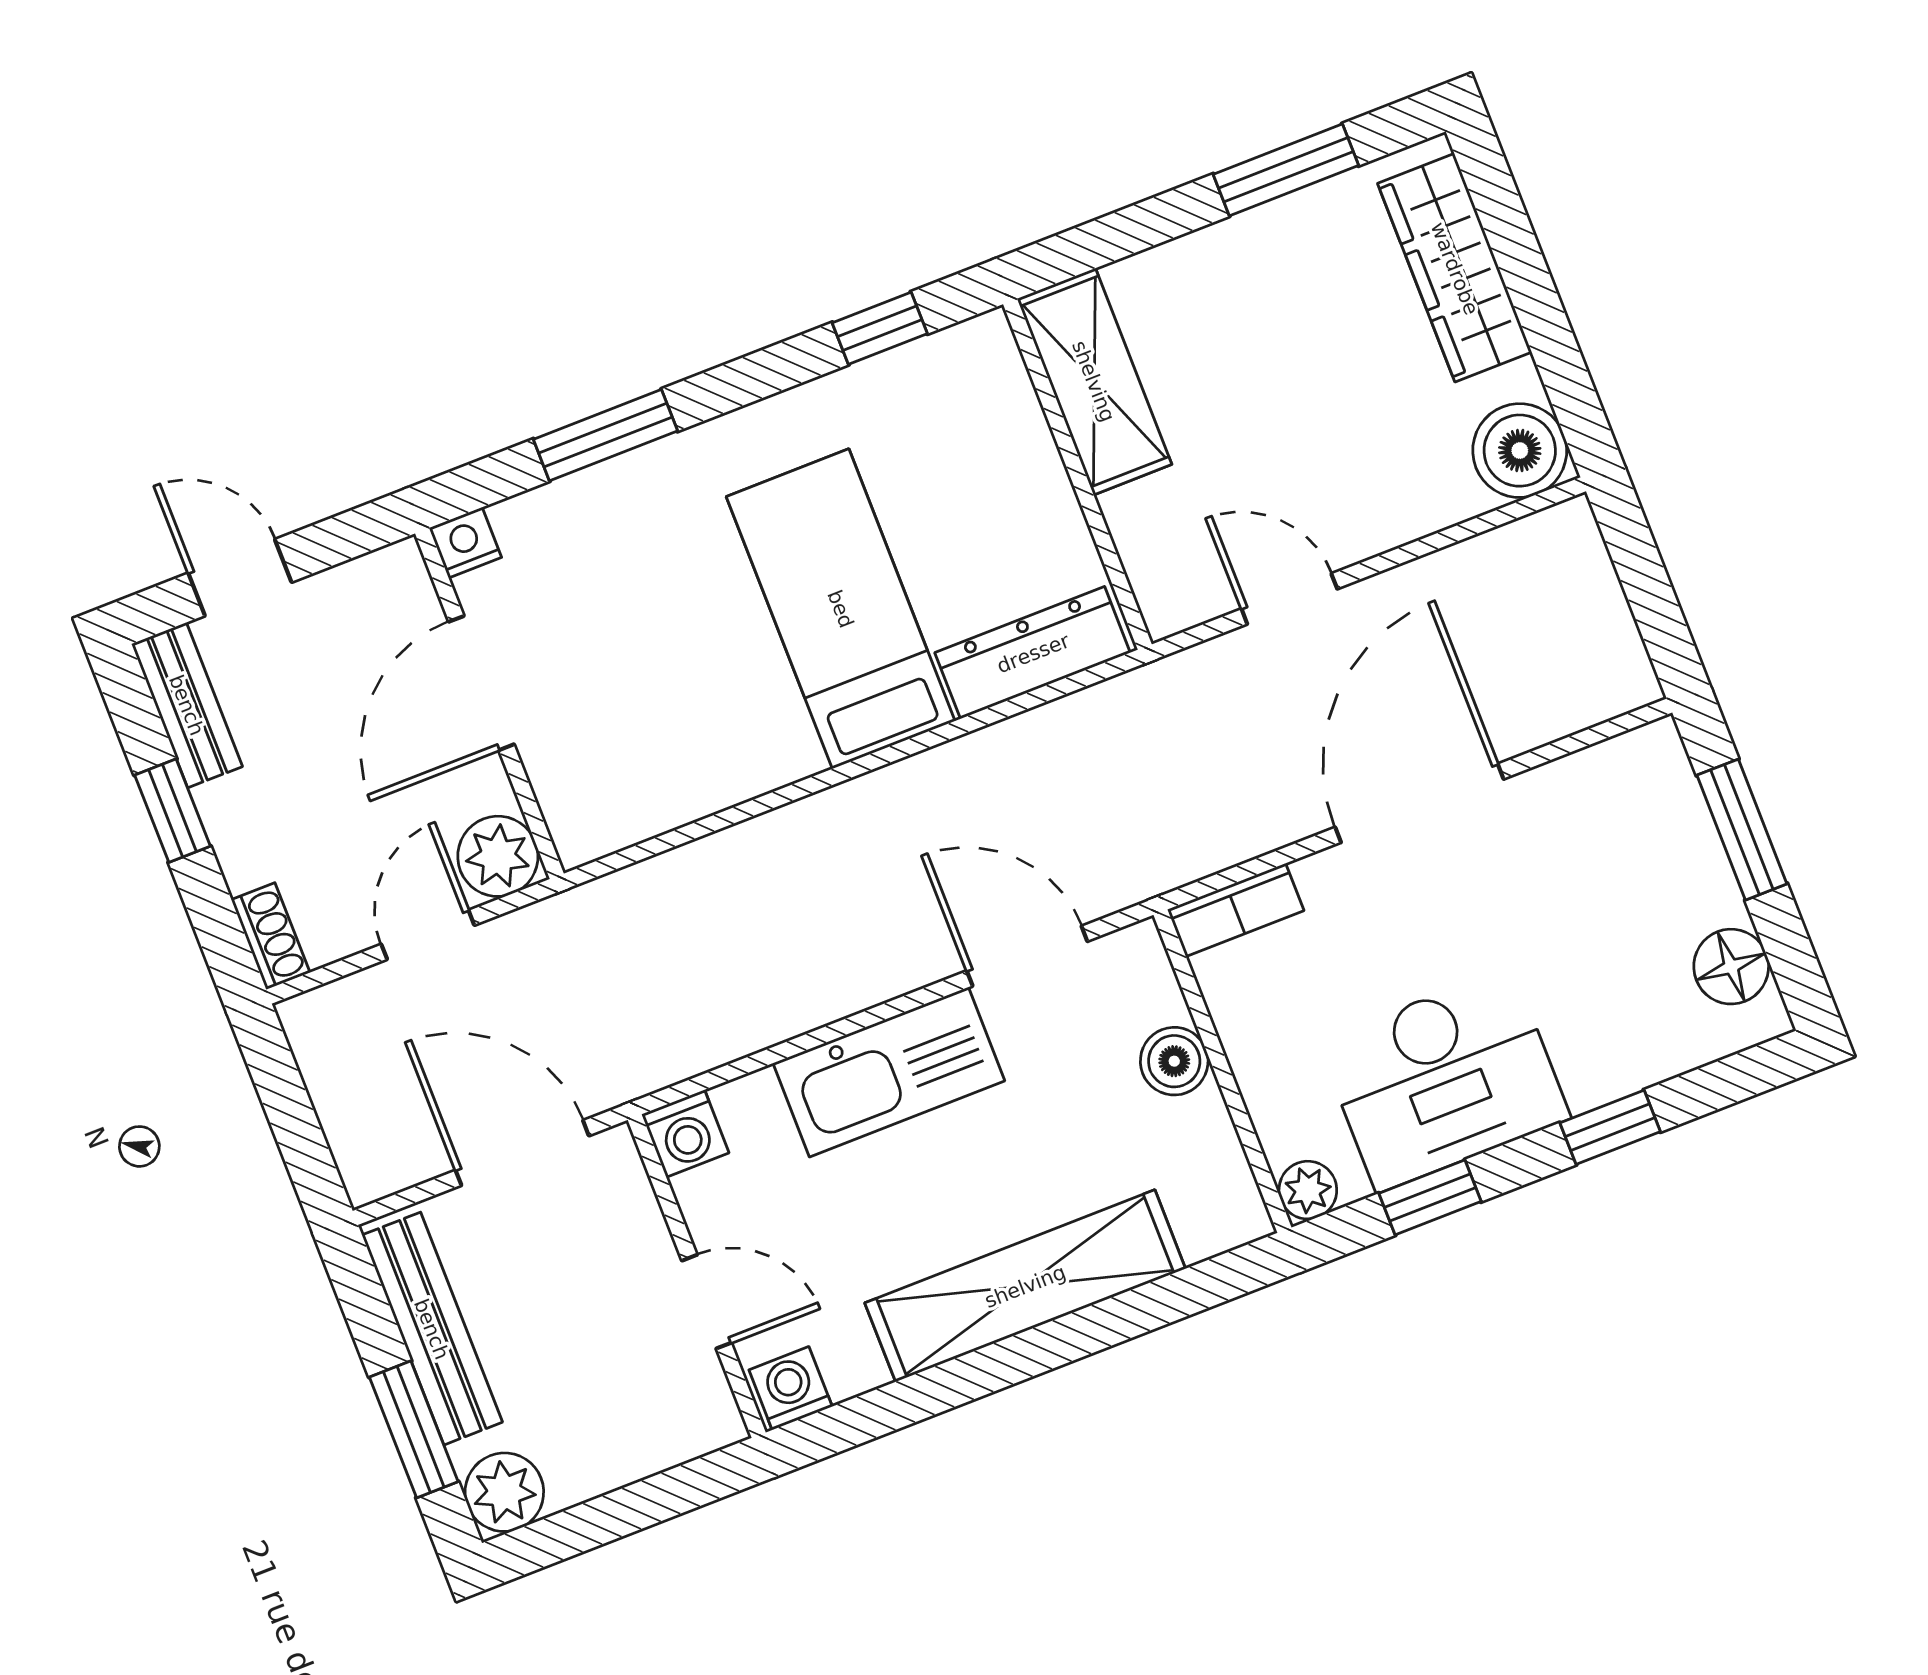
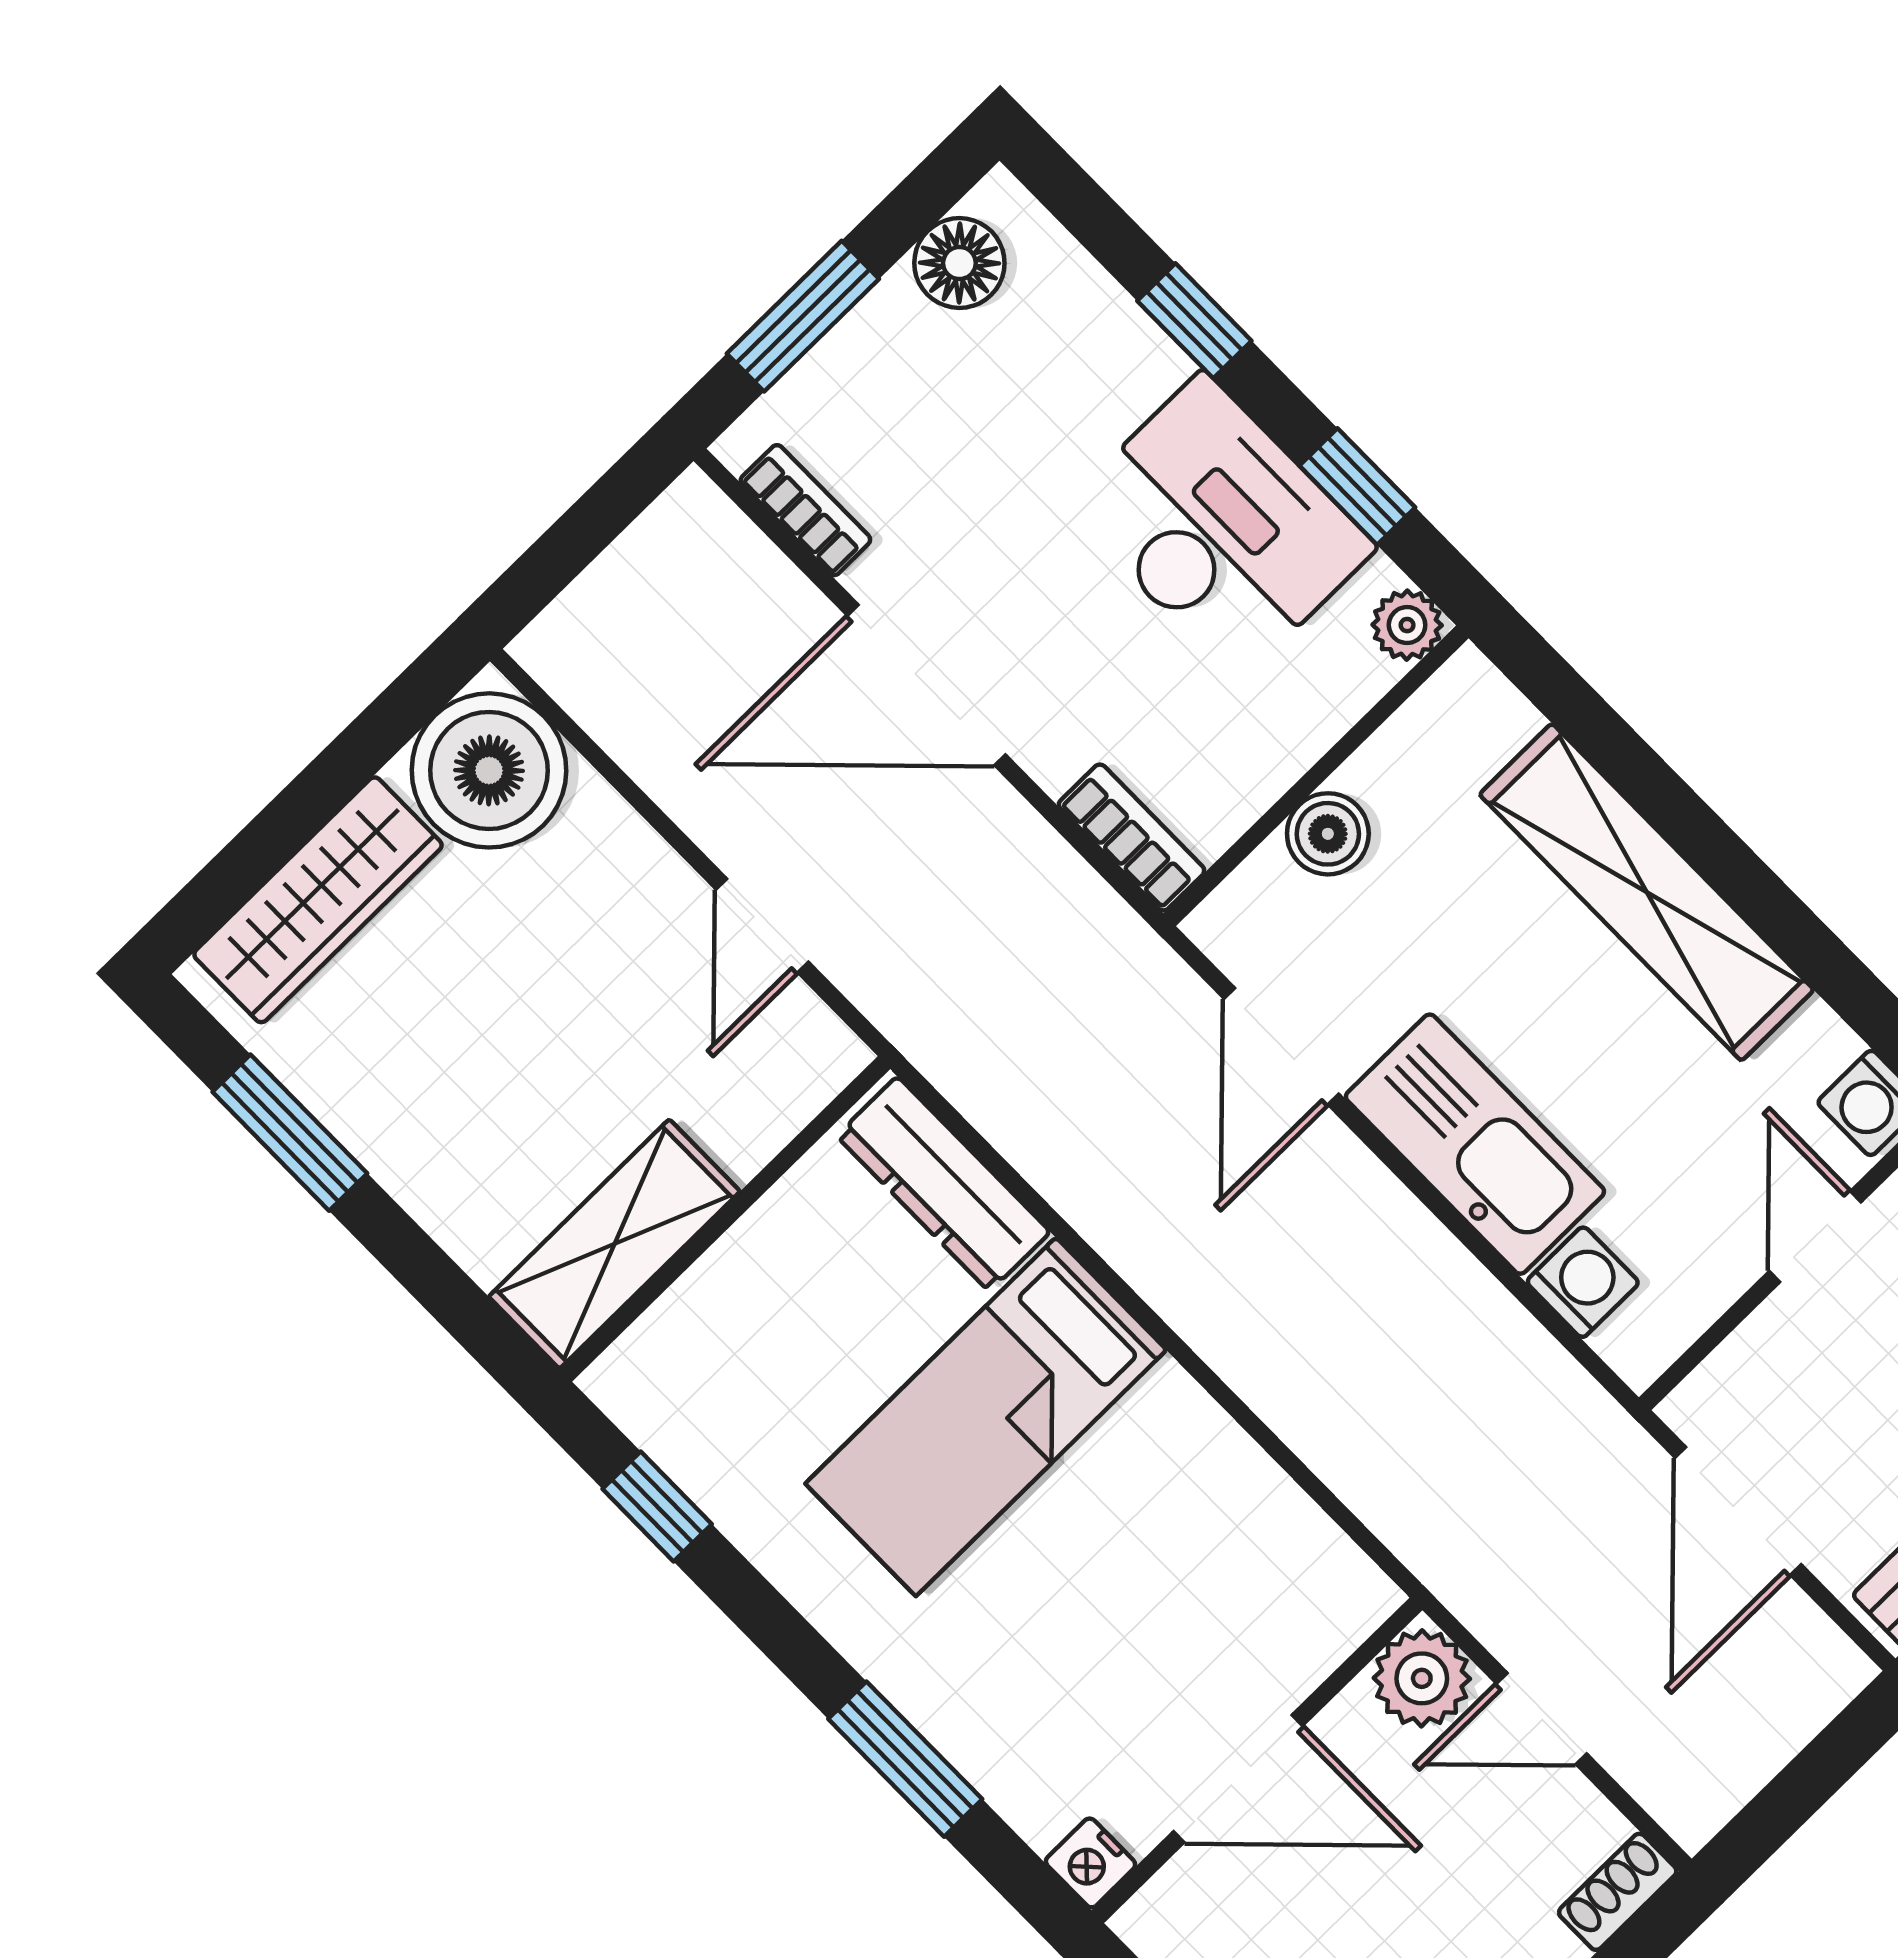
boiler: (1520, 451) -> (489, 770), width x1.37, depth x1.37
bookcase: (1593, 768) -> (805, 510), added
washing machine: (685, 1134) -> (1583, 1282), moved

